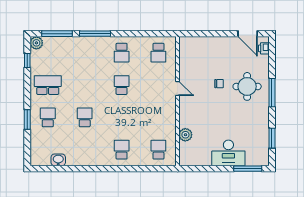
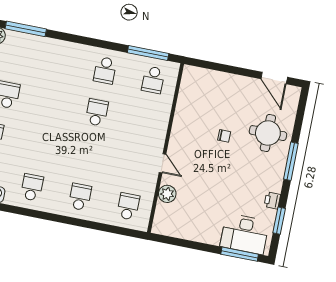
window: (95, 34) -> (148, 53), moved
printer: (264, 48) -> (272, 200), moved
round table: (247, 86) -> (268, 133), moved
door: (178, 88) -> (163, 163), moved
school desk: (85, 117) -> (32, 187), moved
desk: (228, 153) -> (245, 234), moved

